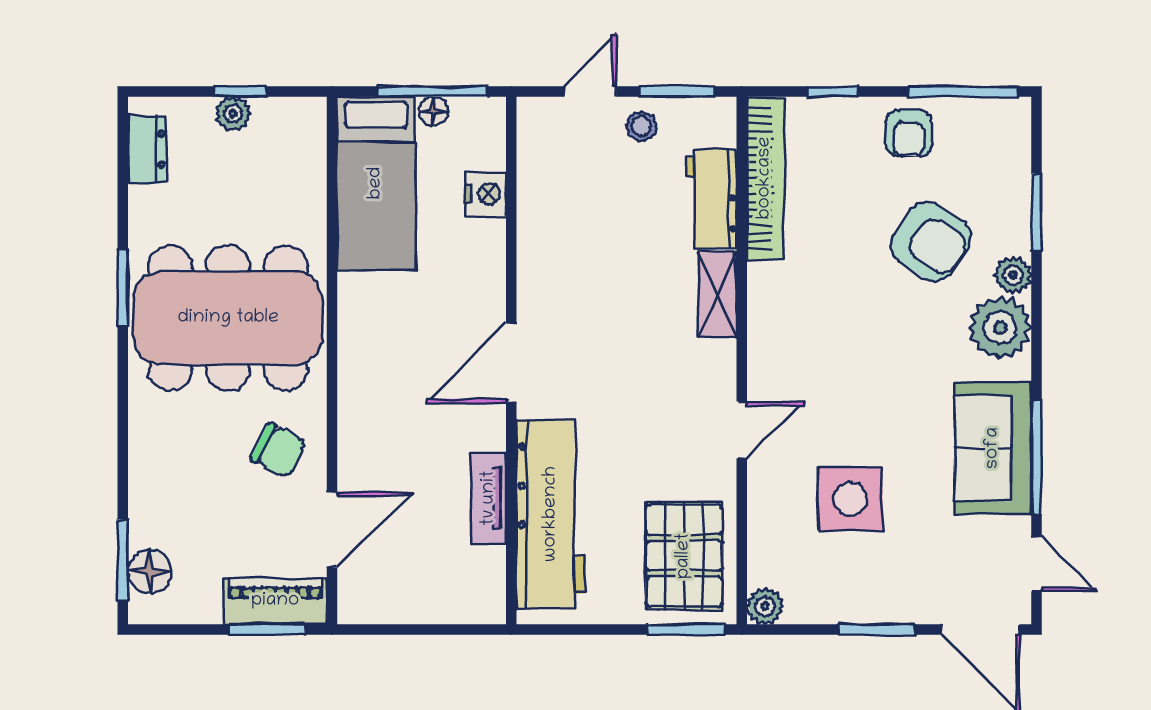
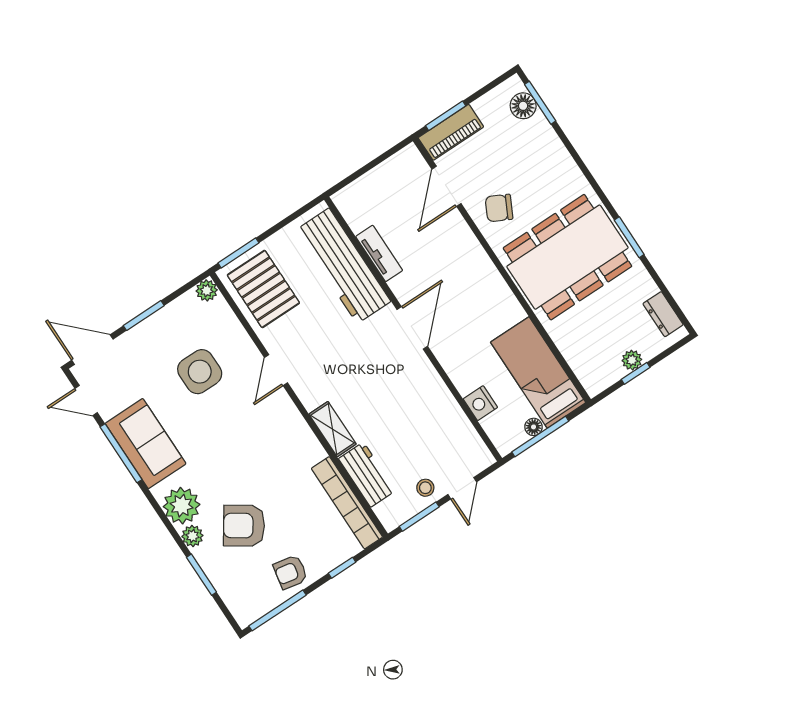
armchair: (909, 133) -> (290, 572), turned -79

